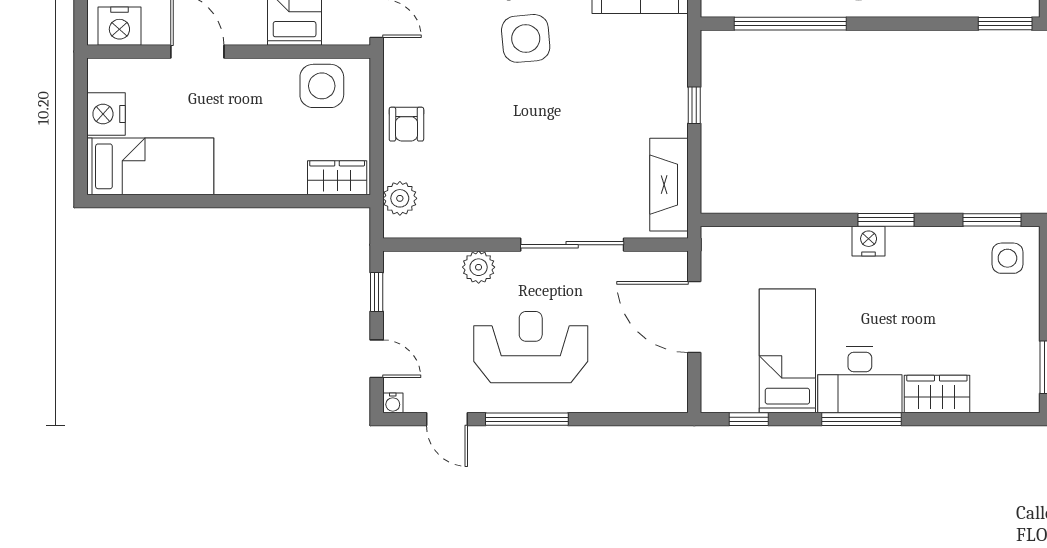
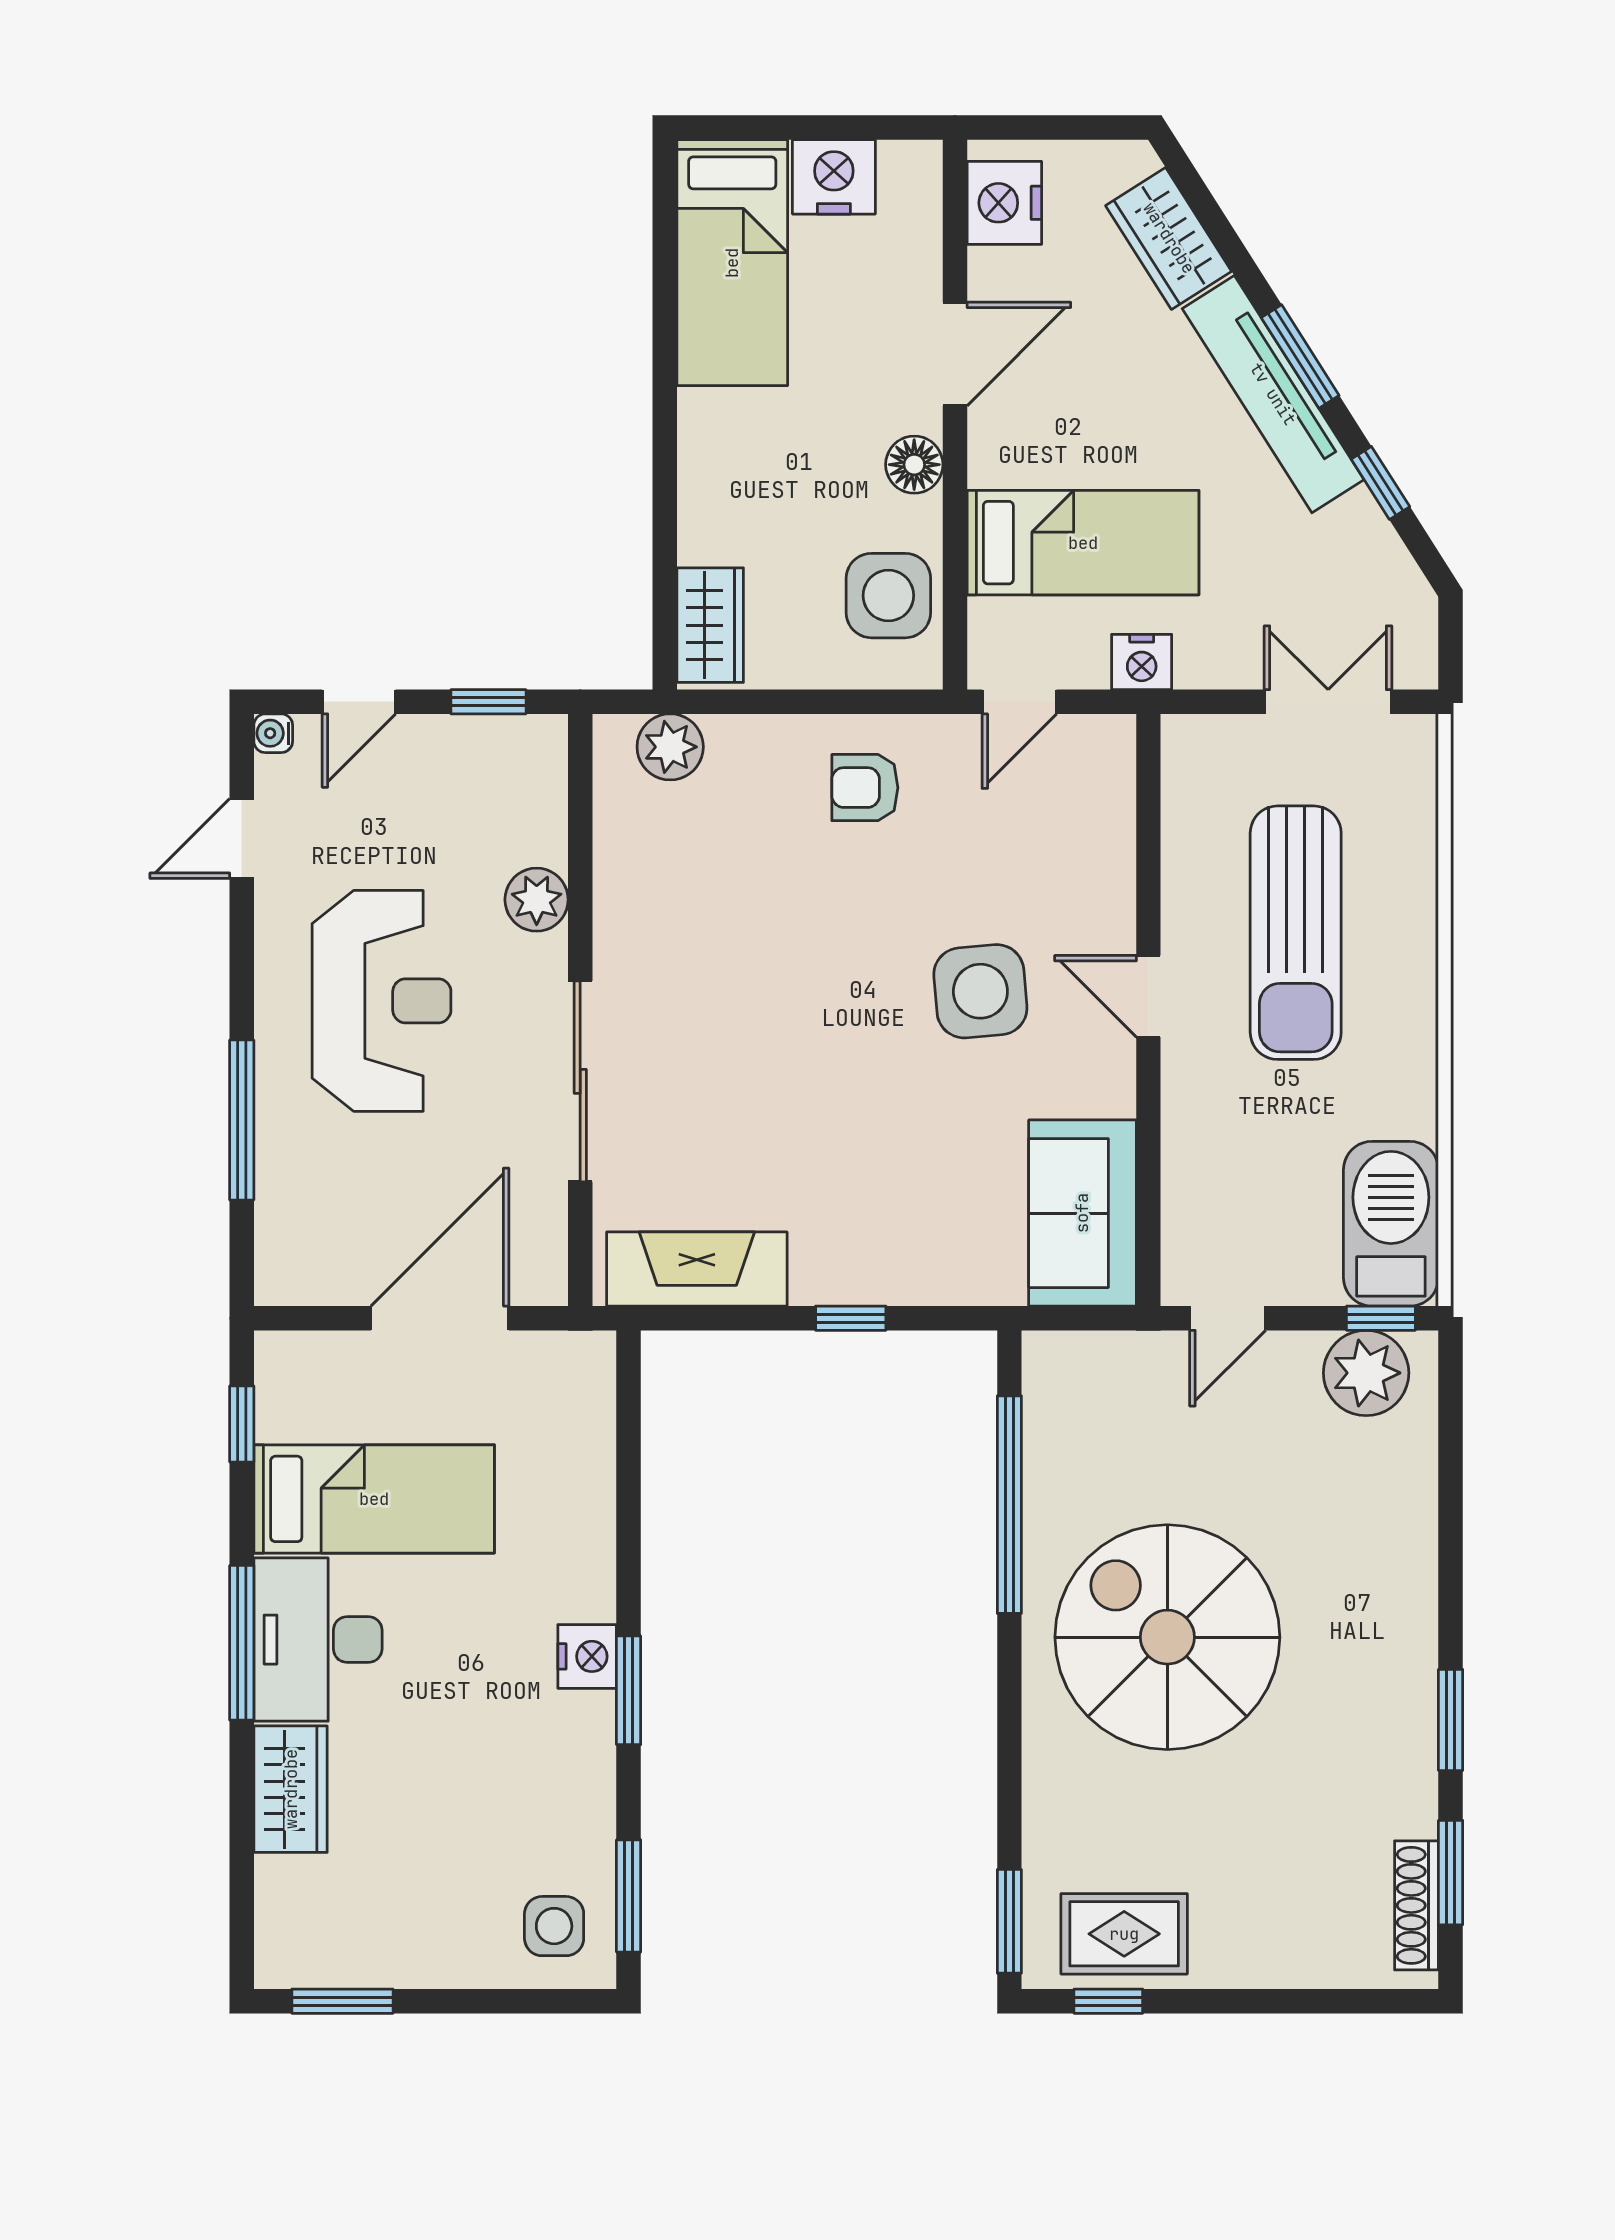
floor lamp: (254, 73) -> (914, 465), added
armchair: (406, 124) -> (865, 788), moved
window: (527, 419) -> (242, 1120), moved

